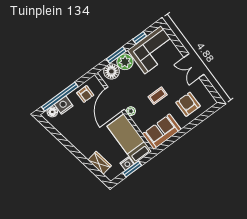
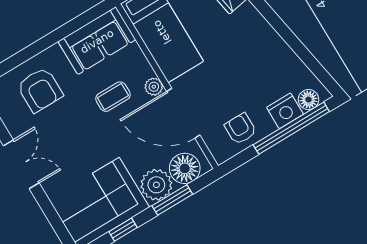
coffee table: (158, 96) -> (113, 97), moved
door: (115, 99) -> (183, 113), swing flipped

